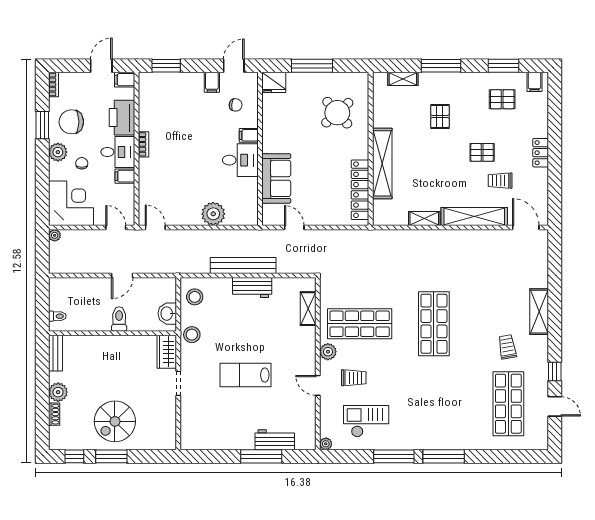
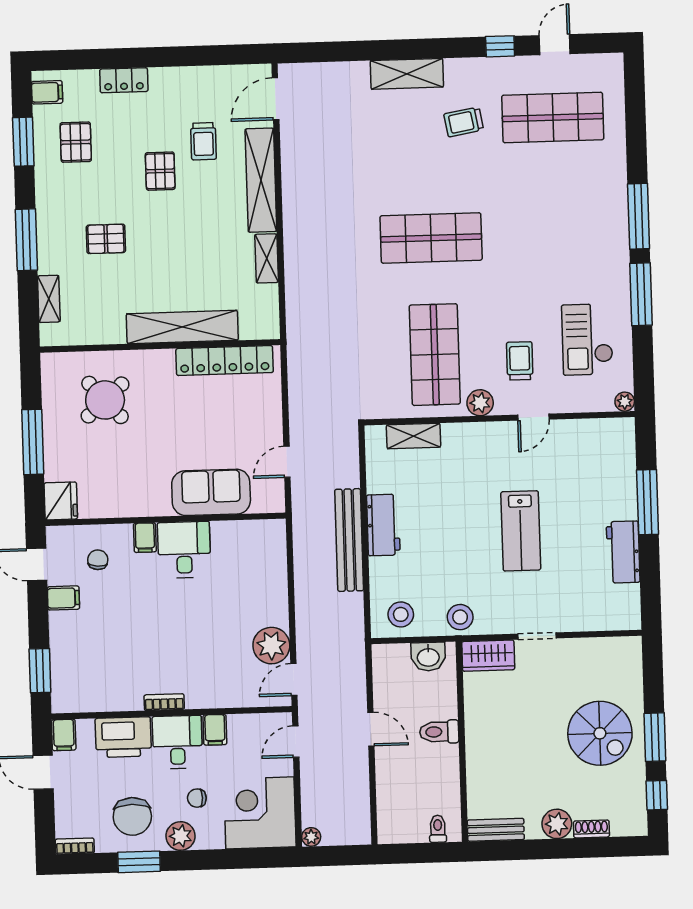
locker: (541, 153) -> (124, 80), moved
plant: (213, 214) -> (271, 646), moved
workbench: (275, 440) -> (623, 552), moved

